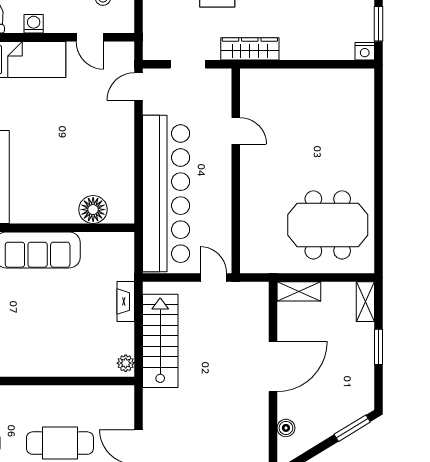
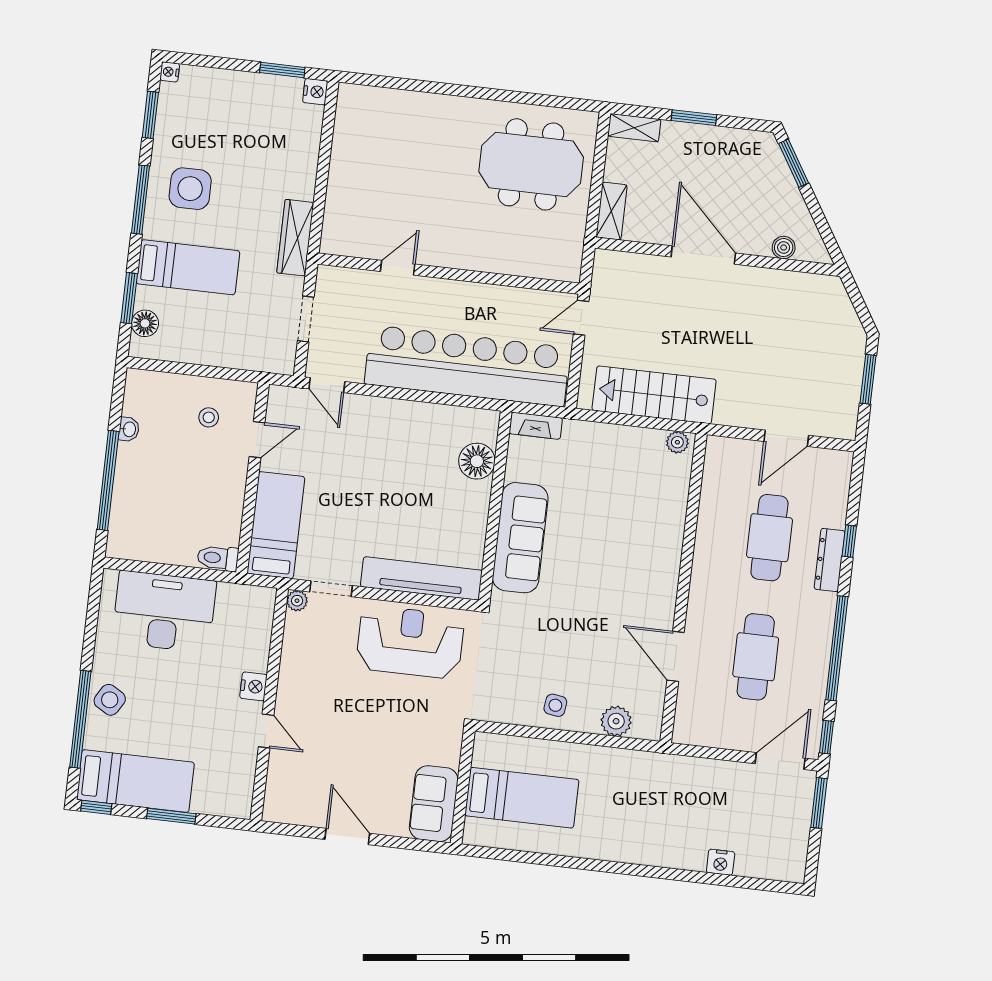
washing machine: (34, 24) -> (231, 509), removed
meeting table: (328, 225) -> (531, 164), turned 90
fireplace: (126, 301) -> (536, 426), moved

